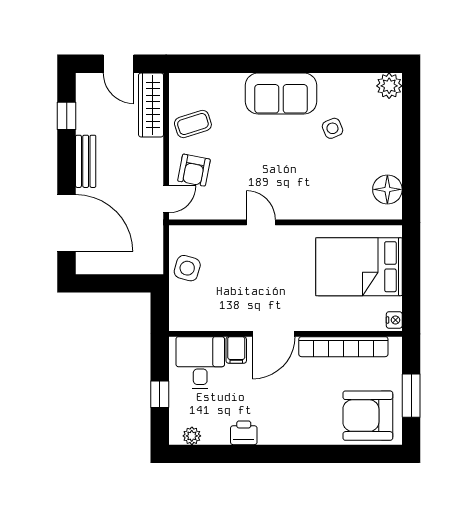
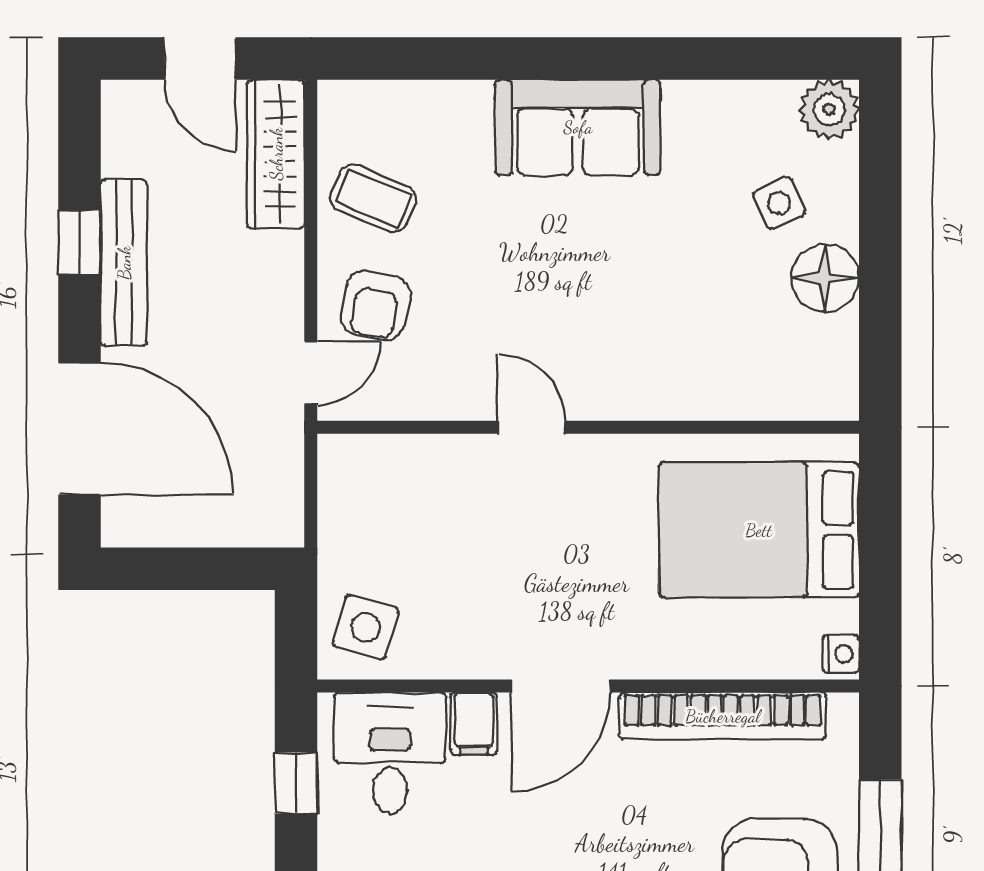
window: (67, 116) -> (79, 242), moved
coffee table: (193, 124) -> (373, 198), turned 41
side table: (332, 128) -> (779, 203), moved
bench: (86, 161) -> (124, 263), width x1.36
floor lamp: (387, 189) -> (825, 278), moved
side table: (187, 268) -> (366, 627), moved
window: (160, 394) -> (296, 783), moved

